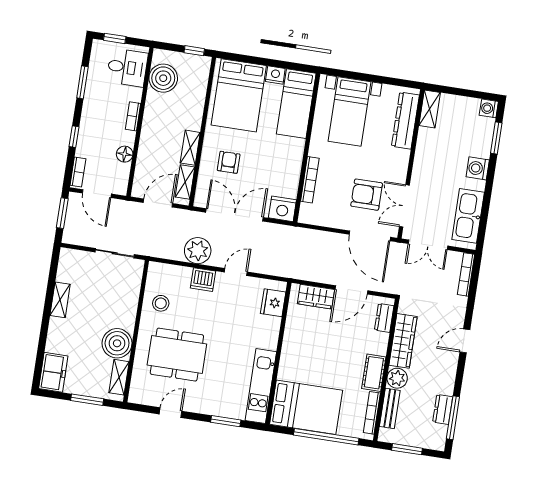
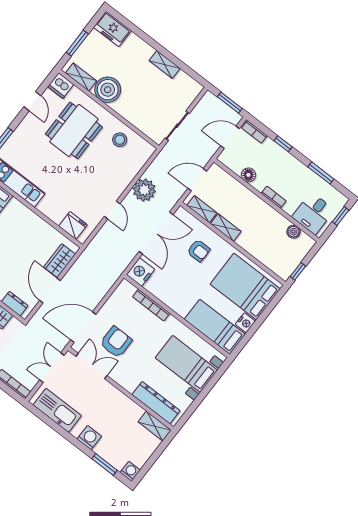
boiler: (163, 78) -> (294, 232), width x0.54, depth x0.54
door: (158, 203) -> (197, 180), swing flipped
dishwasher: (203, 280) -> (61, 86), moved, turned -90

